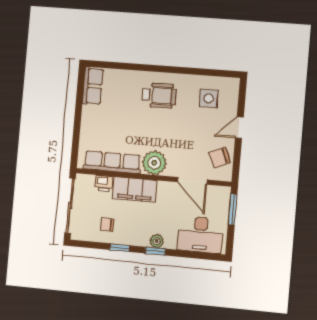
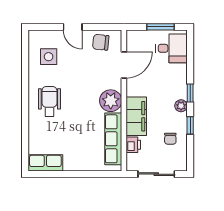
chair: (220, 157) -> (101, 42), turned 119
sliding door: (70, 206) -> (156, 174), width x0.73
window: (233, 209) -> (160, 27), moved
desk: (200, 235) -> (172, 48), width x0.73
plant: (157, 241) -> (181, 106), moved

